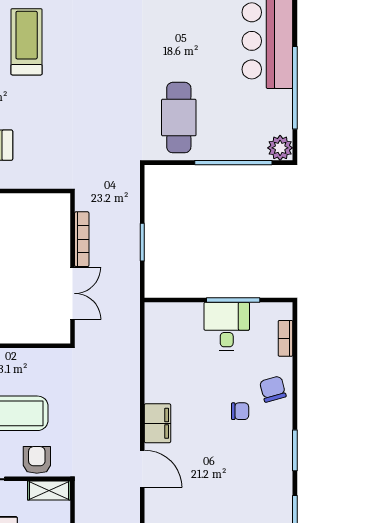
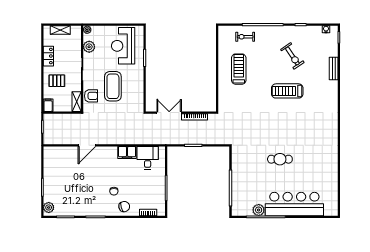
treadmill: (27, 42) -> (287, 91), turned 180
cafe table: (179, 118) -> (280, 159), moved, width x0.73, depth x0.74
plant: (280, 148) -> (259, 210), moved
double door: (73, 293) -> (169, 113), swing flipped
desk: (227, 326) -> (148, 158), moved, turned -90
filing cabinet: (158, 423) -> (127, 152), moved

